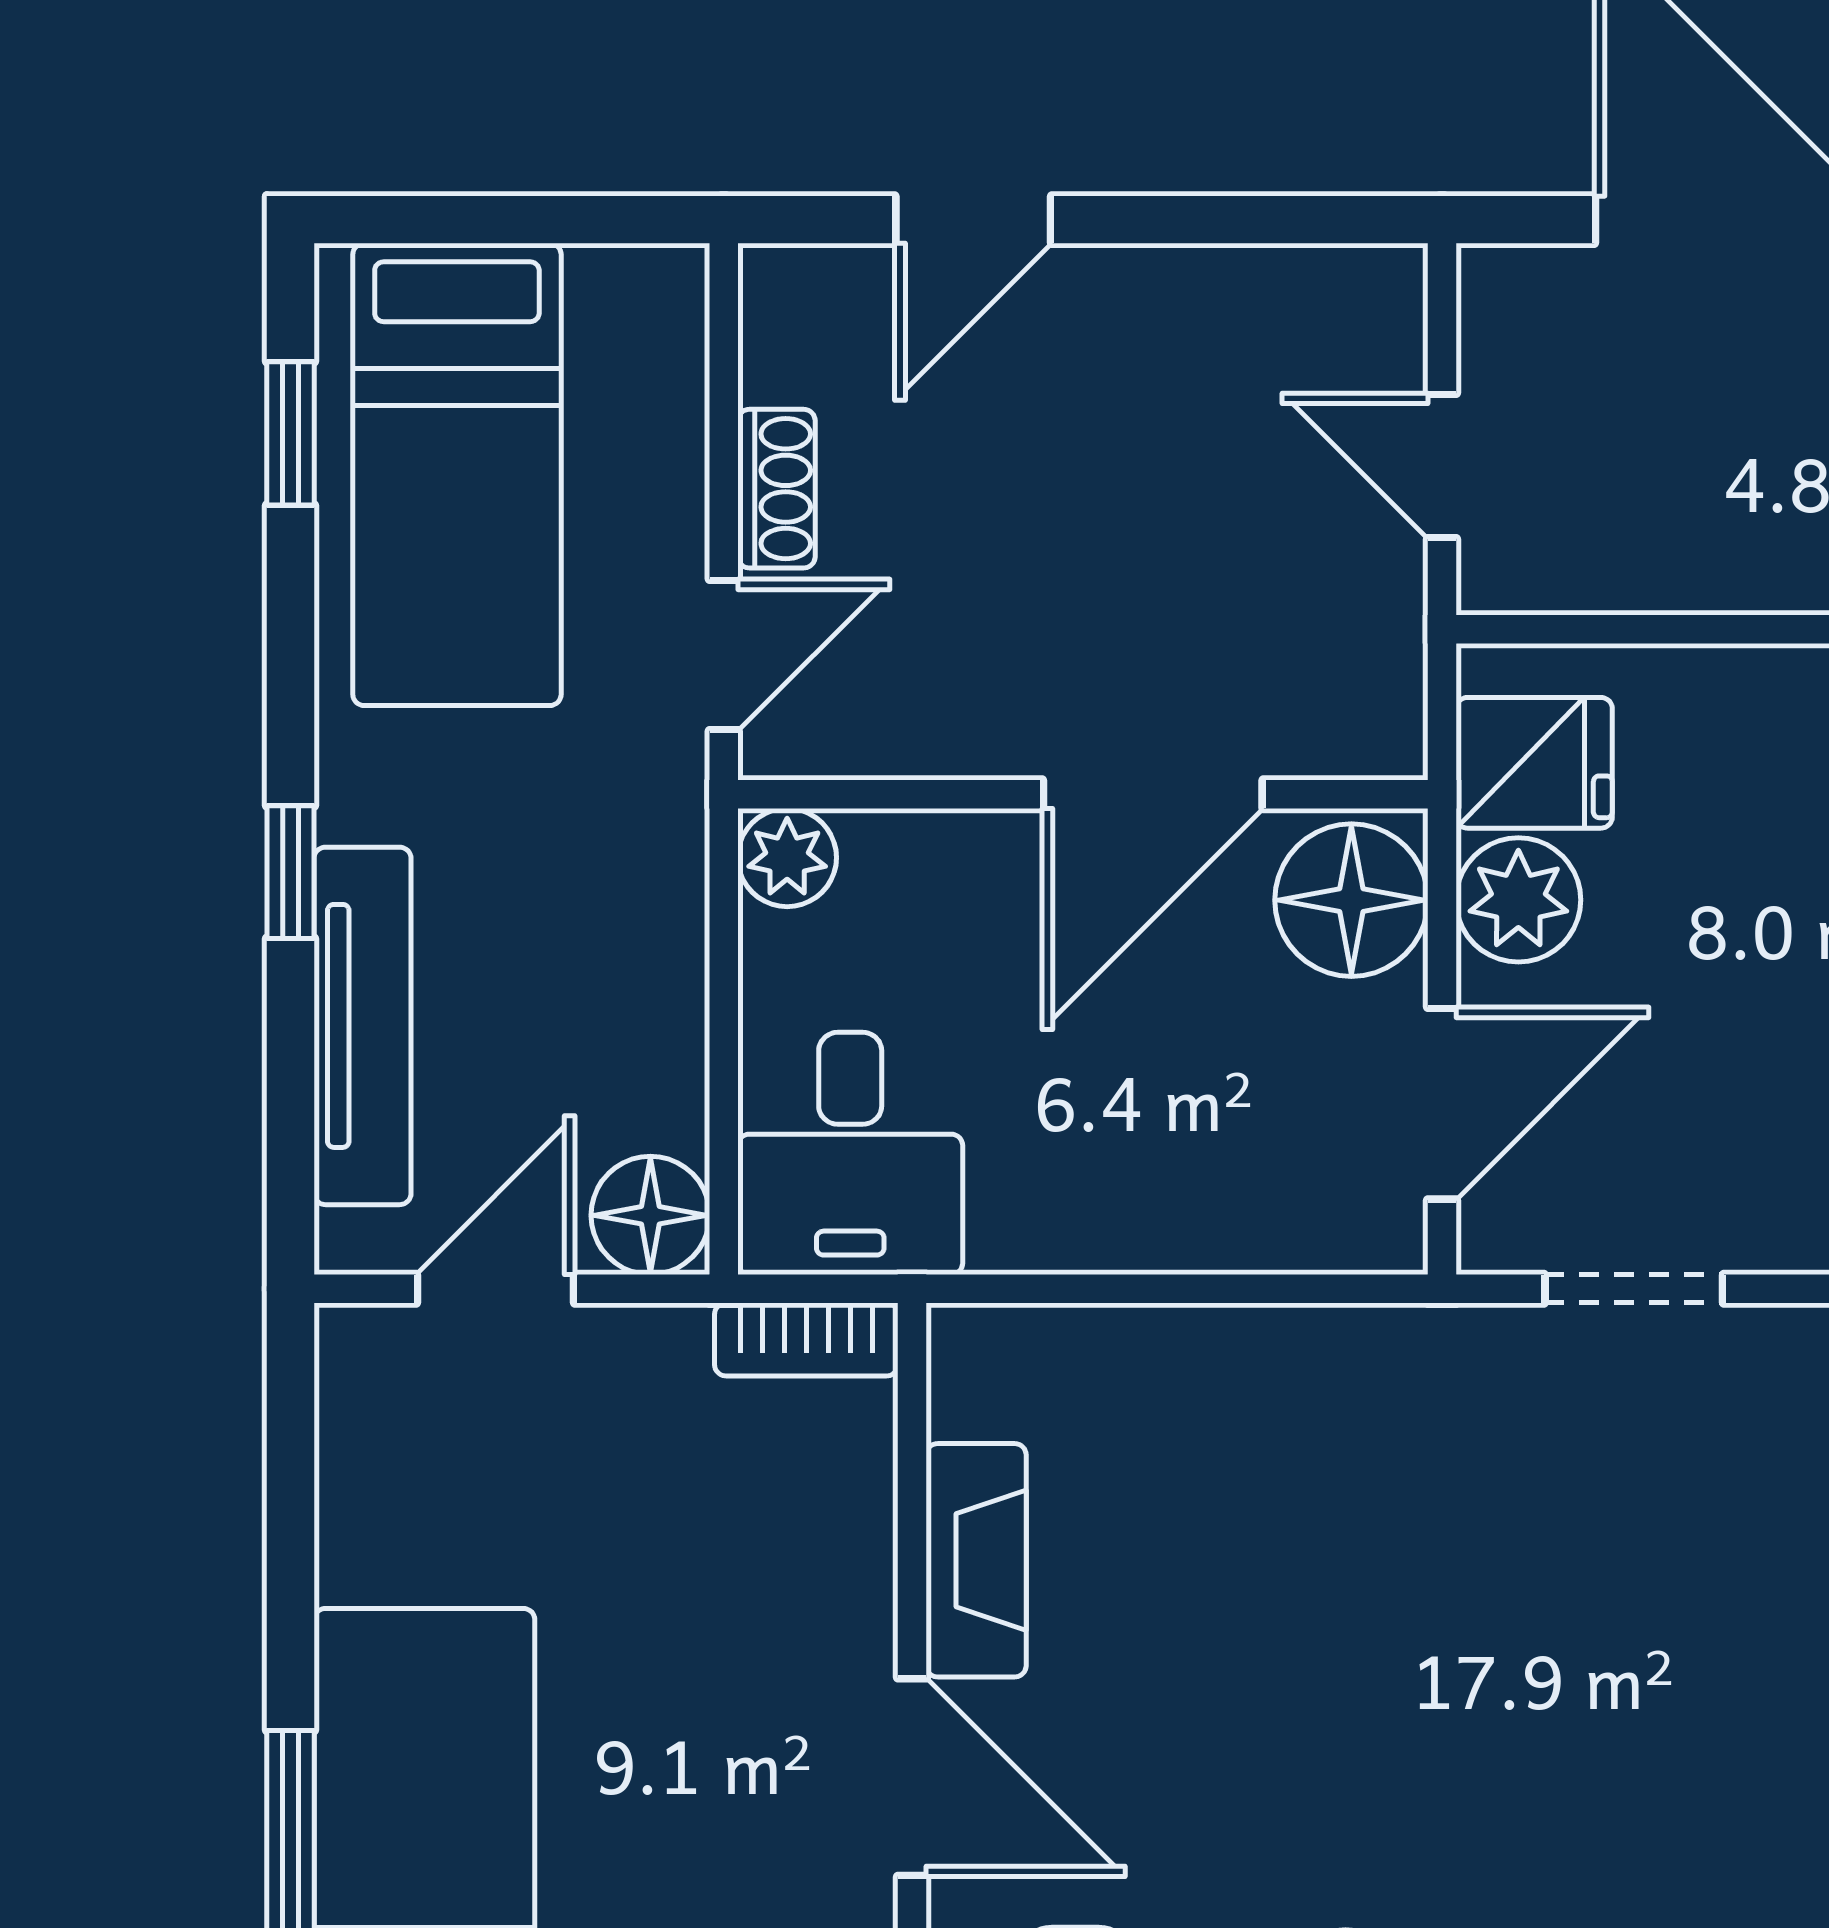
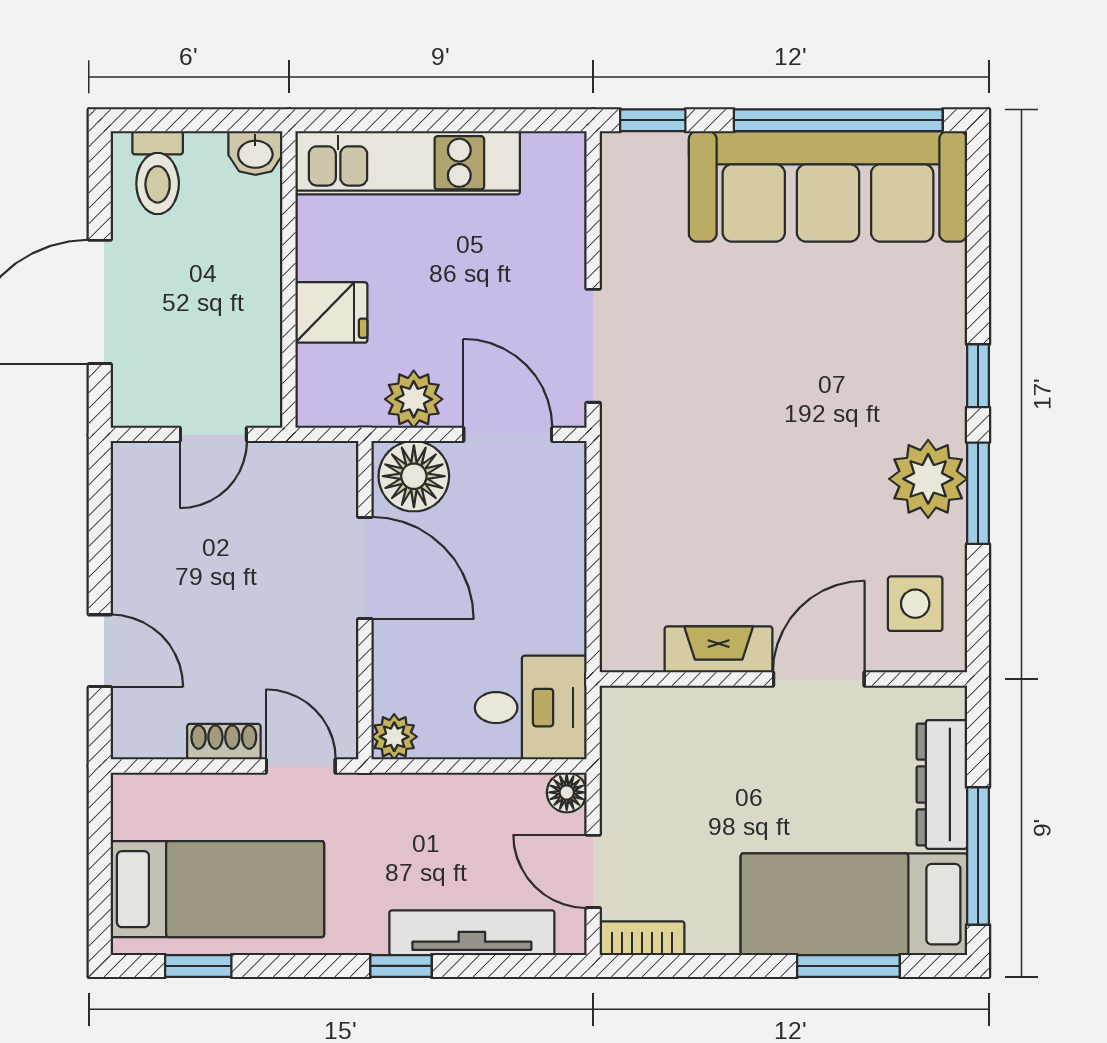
fridge: (1534, 763) -> (331, 312), moved, turned 90
floor lamp: (650, 1215) -> (567, 792), width x0.73, depth x0.73
doorway: (1634, 1289) -> (593, 346), width x1.38
bookcase: (806, 1339) -> (642, 938), moved, turned -90

